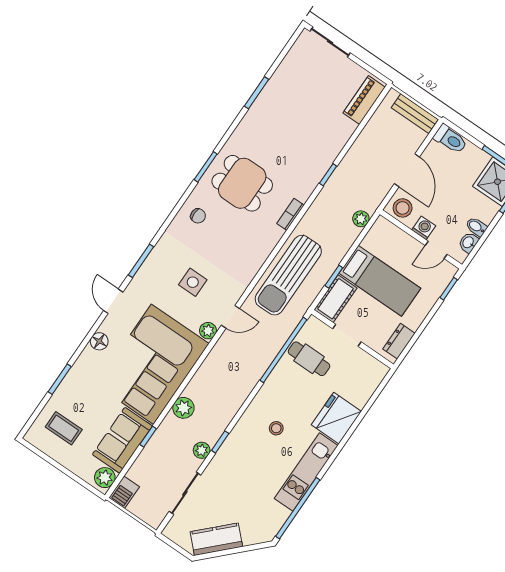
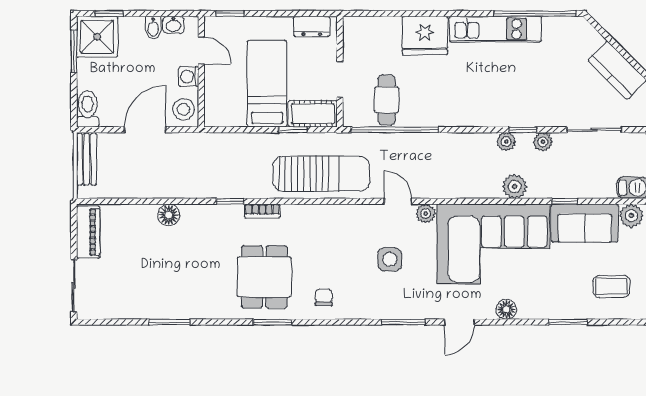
piano: (364, 100) -> (88, 232), moved, turned -90
floor lamp: (334, 145) -> (169, 215), added
window: (328, 175) -> (230, 201), moved
plant: (361, 219) -> (506, 142), moved
coffee table: (64, 428) -> (612, 286), turned 90
stool: (276, 428) -> (474, 86), removed

